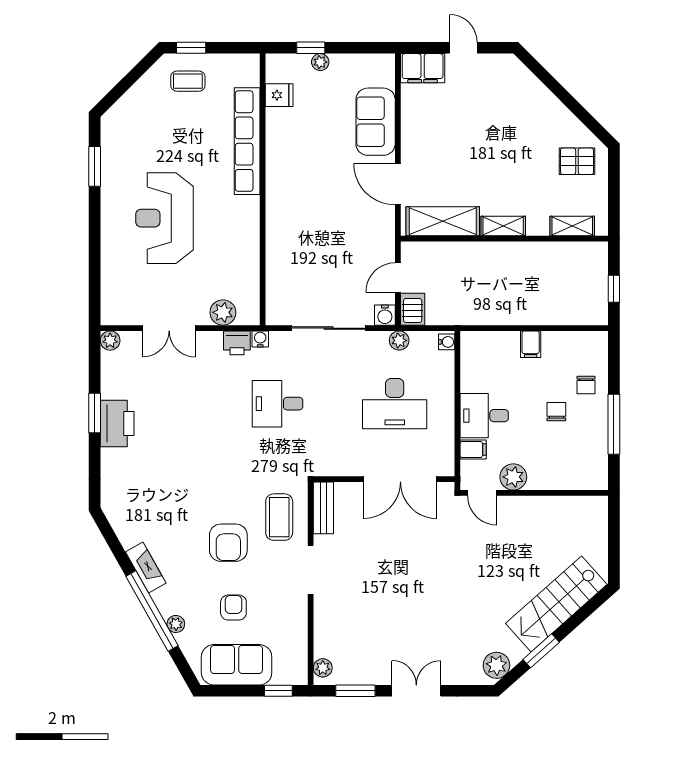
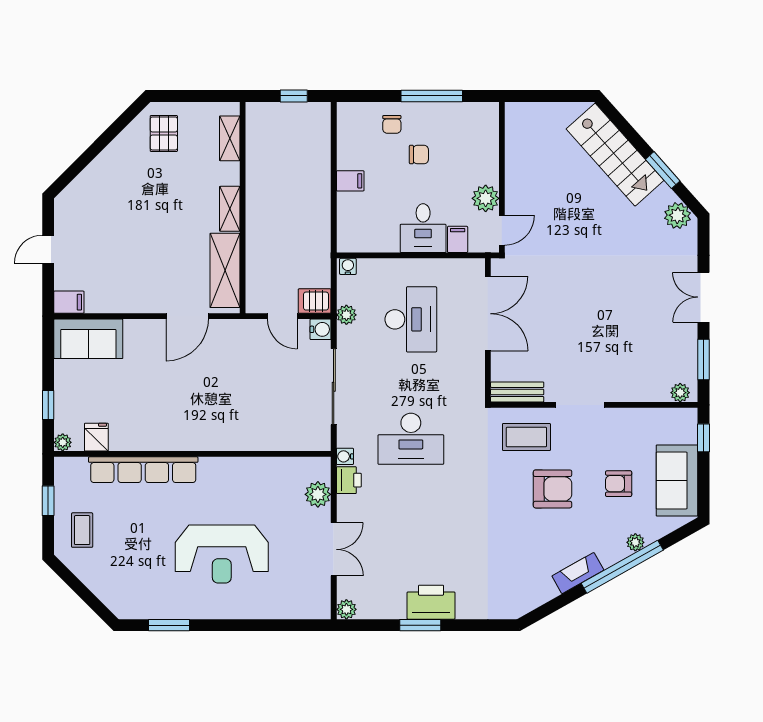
window: (191, 48) -> (48, 501), moved
plant: (320, 62) -> (63, 442), moved
filing cabinet: (423, 68) -> (69, 302), width x0.50
sofa: (376, 122) -> (88, 339), moved
chair: (586, 385) -> (392, 124), turned 90
desk: (278, 404) -> (411, 439), width x1.37
chair: (556, 412) -> (419, 155), turned 180

